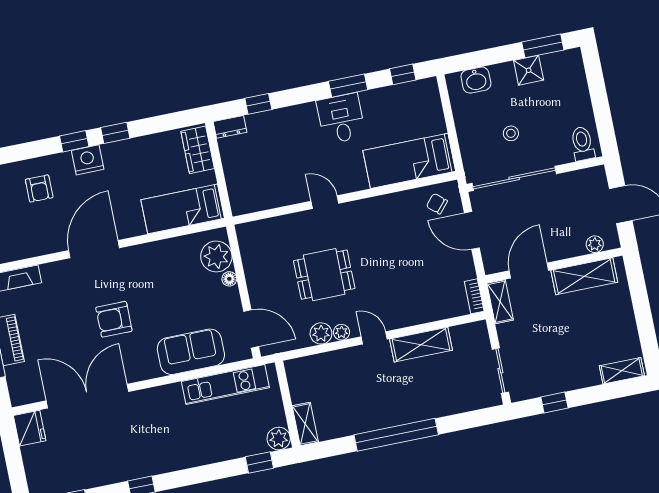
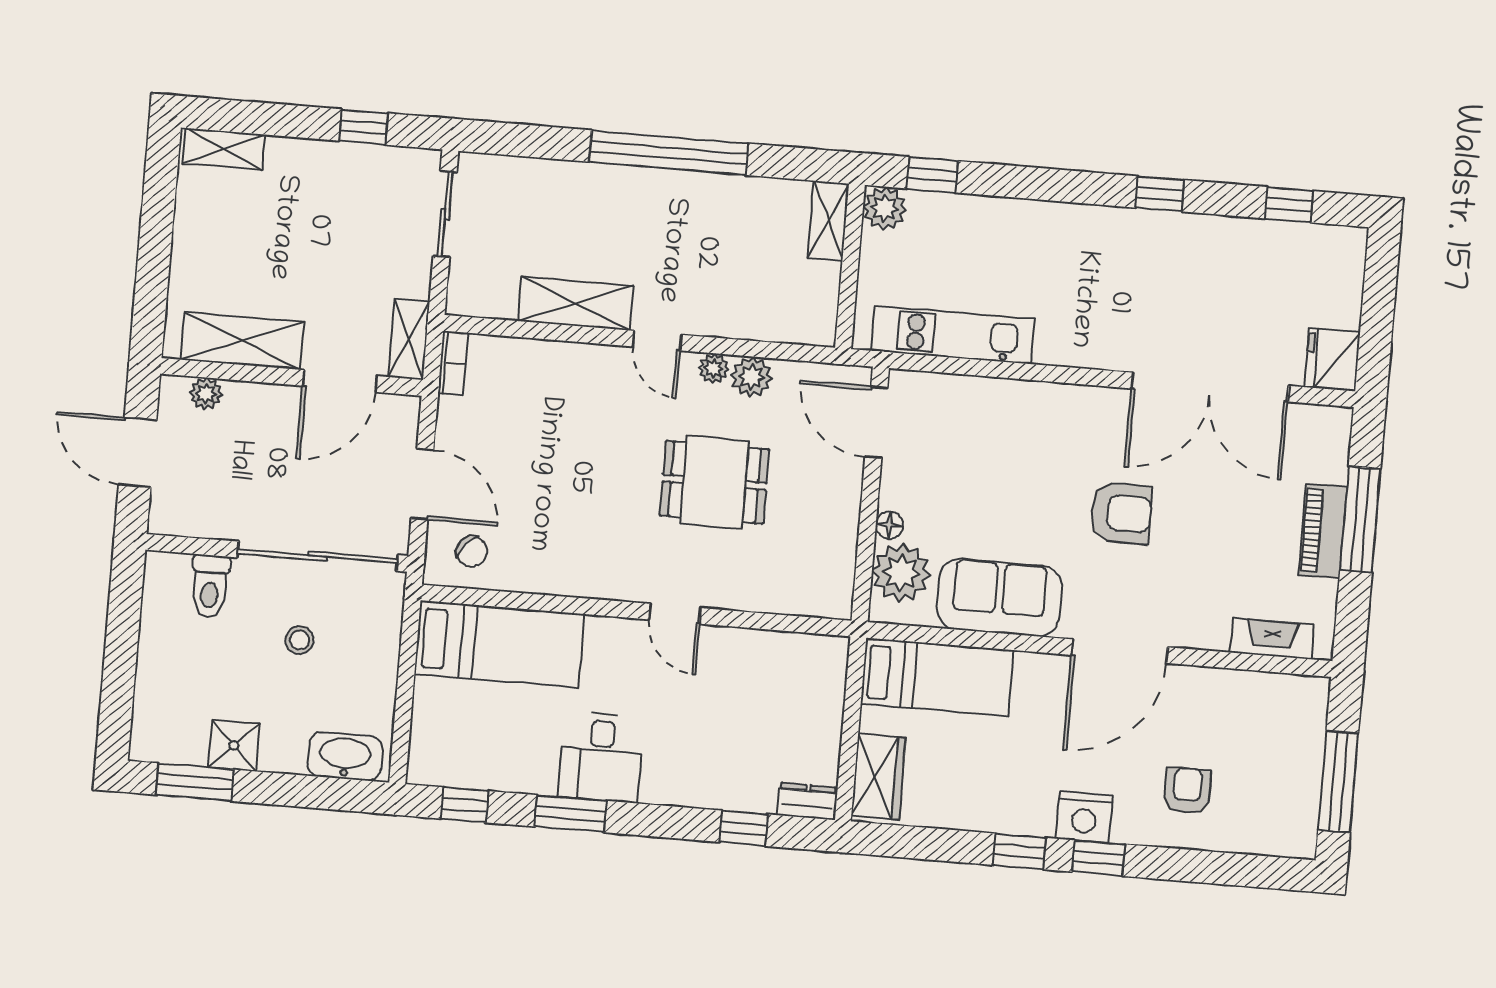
washbasin: (476, 80) -> (345, 756), width x1.38
toilet: (582, 144) -> (210, 586), moved
sofa: (191, 352) -> (999, 598), moved, turned 180

